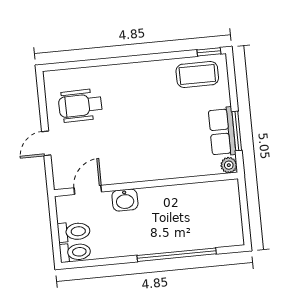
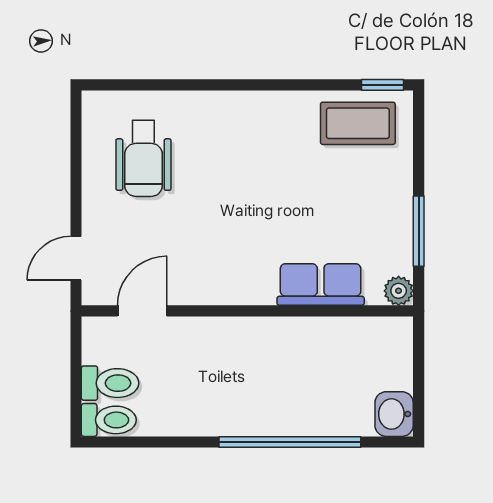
wheelchair: (80, 105) -> (143, 158), turned -89
row of seats: (222, 132) -> (321, 285), moved, turned 90
door: (46, 143) -> (76, 258), moved
washbasin: (125, 200) -> (394, 414), moved, turned 90

